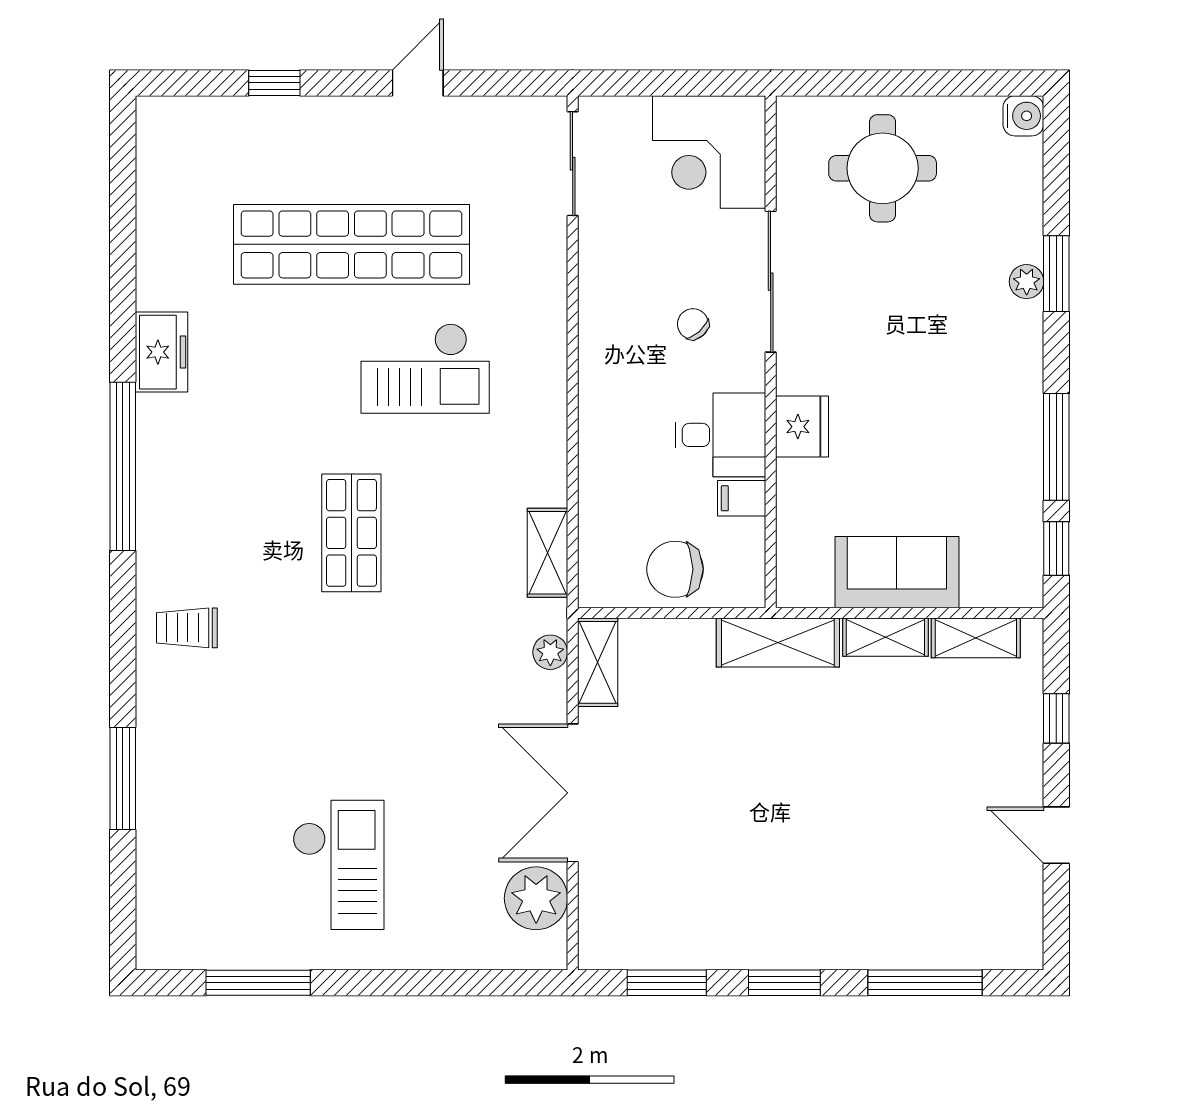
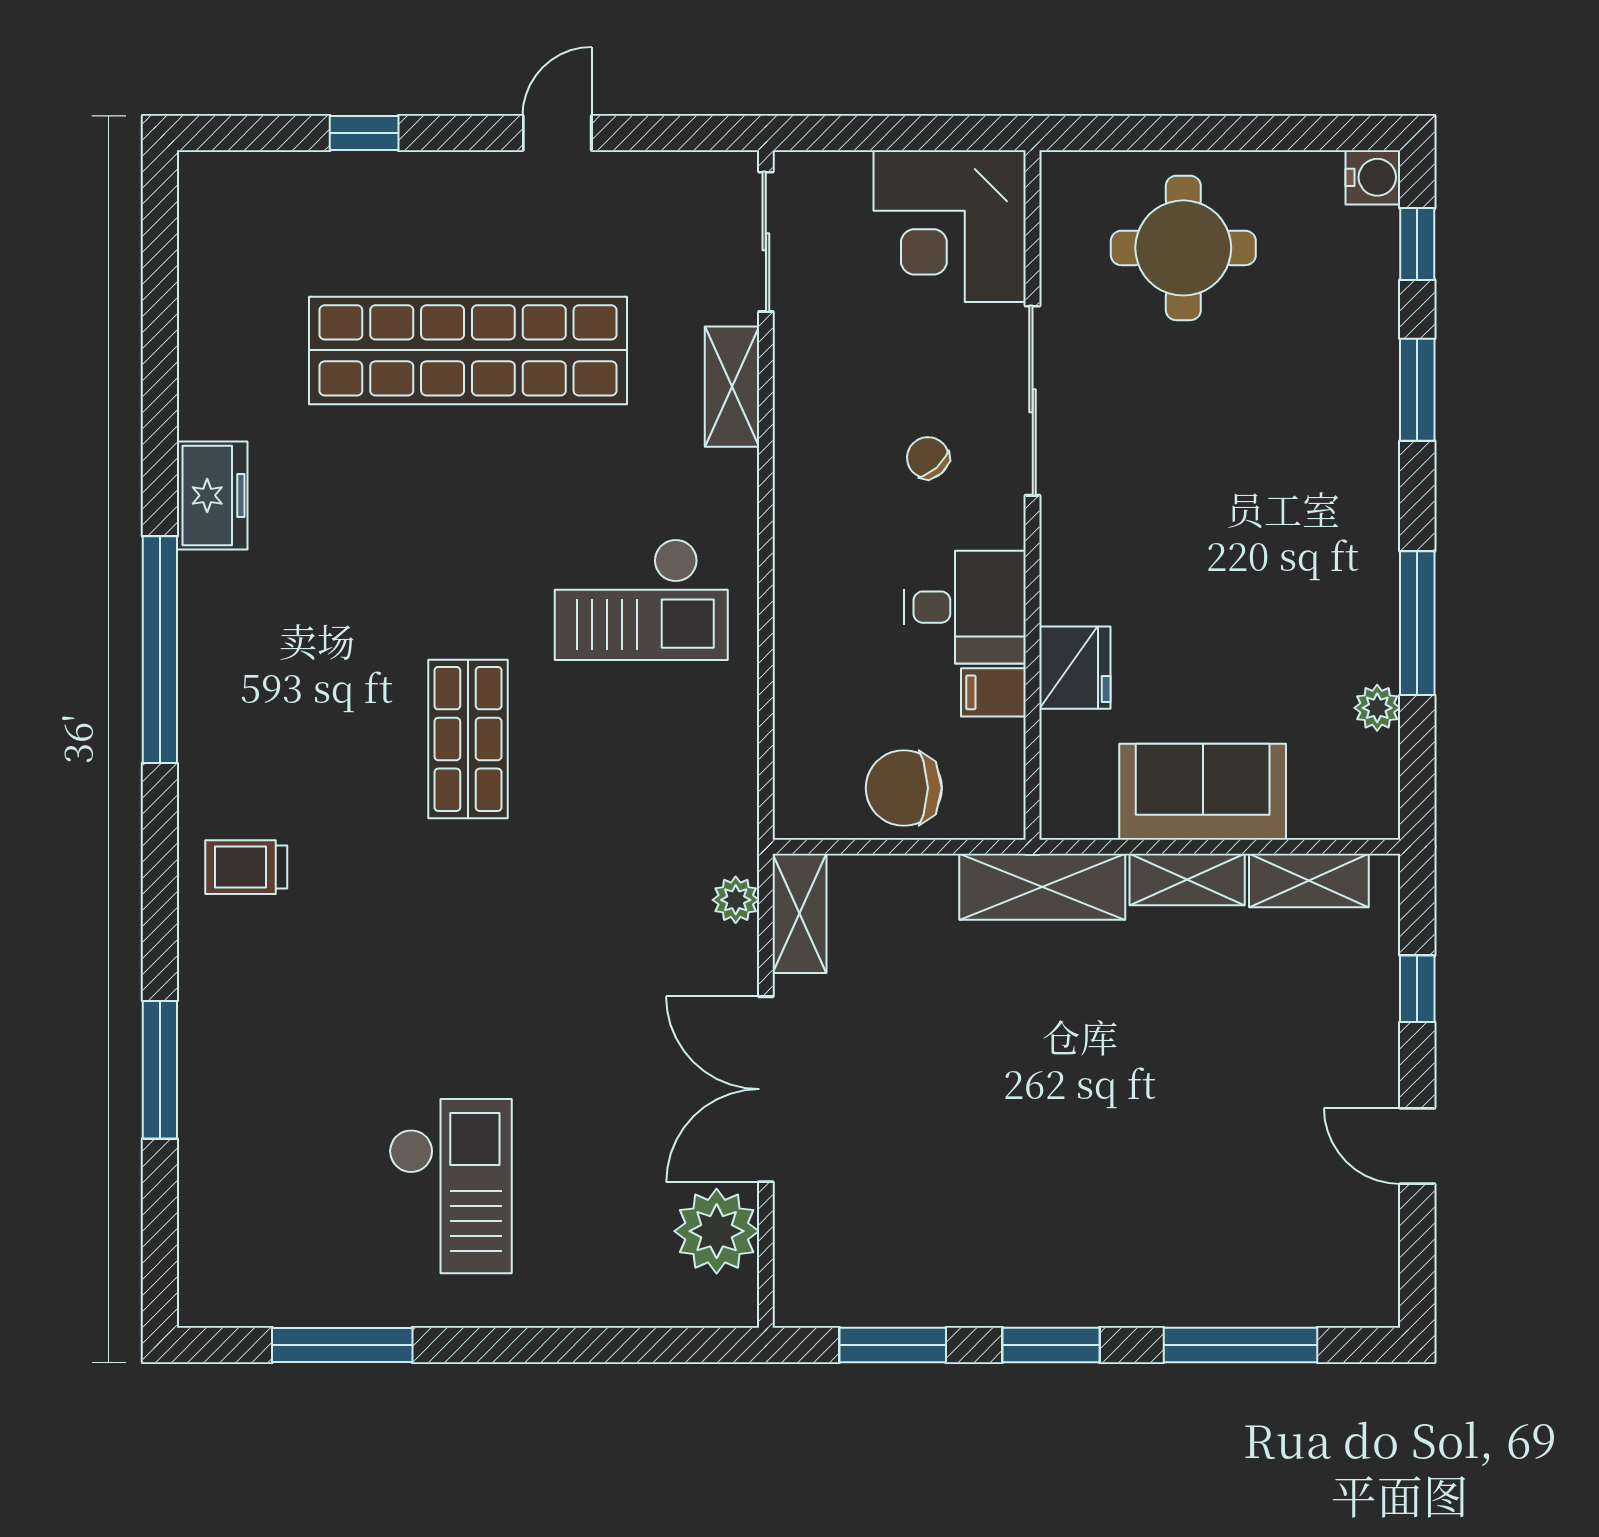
plant: (1027, 282) -> (1377, 708), moved
checkout: (425, 368) -> (641, 599), moved
fridge: (802, 427) -> (1075, 668), moved
window: (1056, 548) -> (1417, 244), moved
shelving: (547, 553) -> (732, 387), moved

